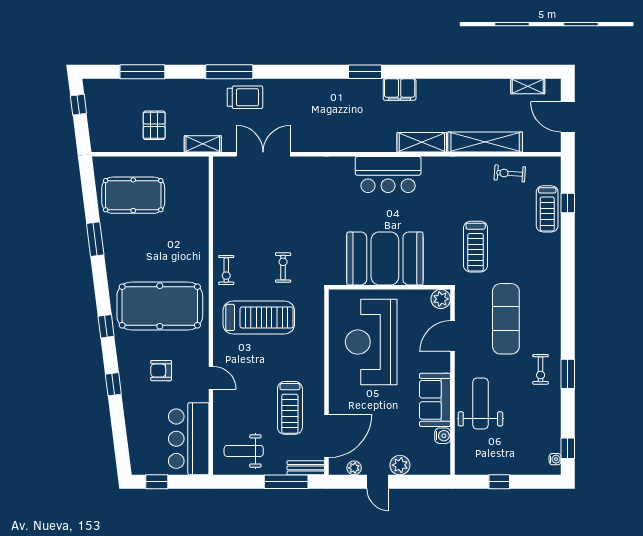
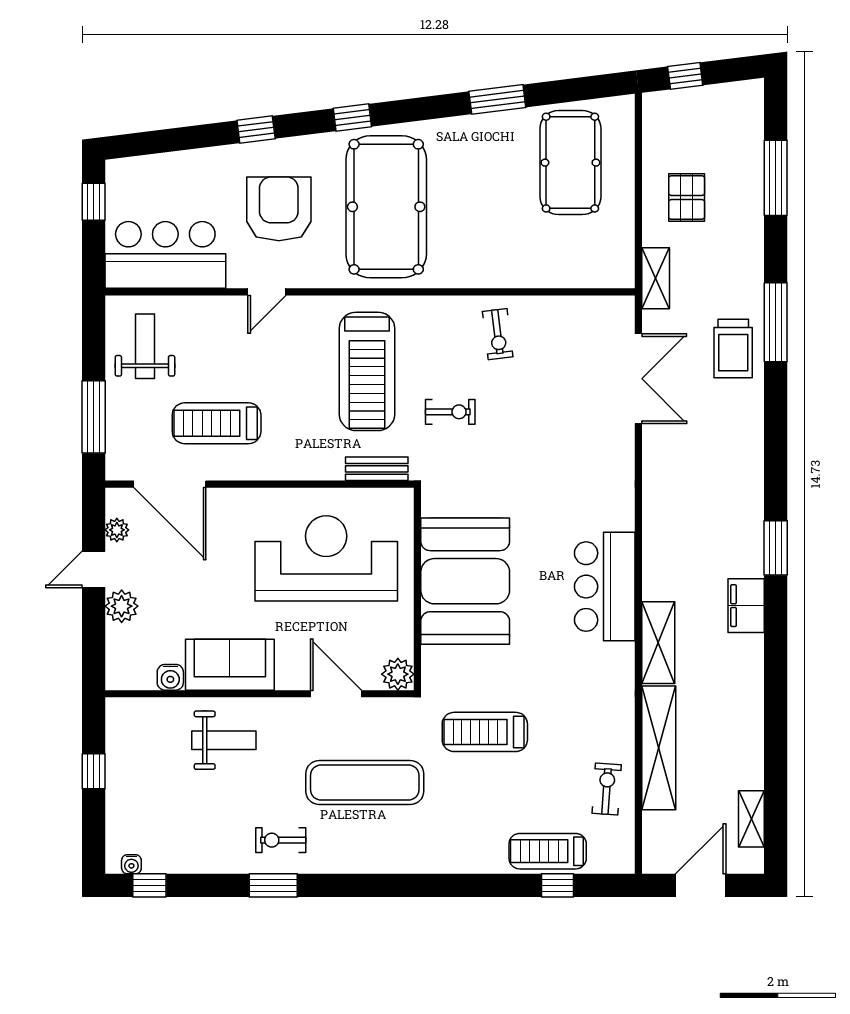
window: (78, 105) -> (685, 76), moved
pallet: (154, 125) -> (687, 197), turned 90
exercise bike: (226, 270) -> (498, 334), moved, turned -97
armchair: (161, 371) -> (279, 209), width x1.88, depth x1.88
weight bench: (480, 403) -> (224, 740), width x0.73, depth x0.75
bench: (306, 468) -> (377, 469), moved, turned 90

